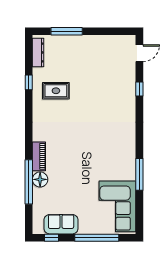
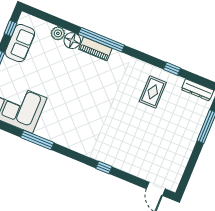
window: (139, 89) -> (104, 168), moved
window: (29, 182) -> (101, 40), moved
plant: (39, 195) -> (58, 33), added

